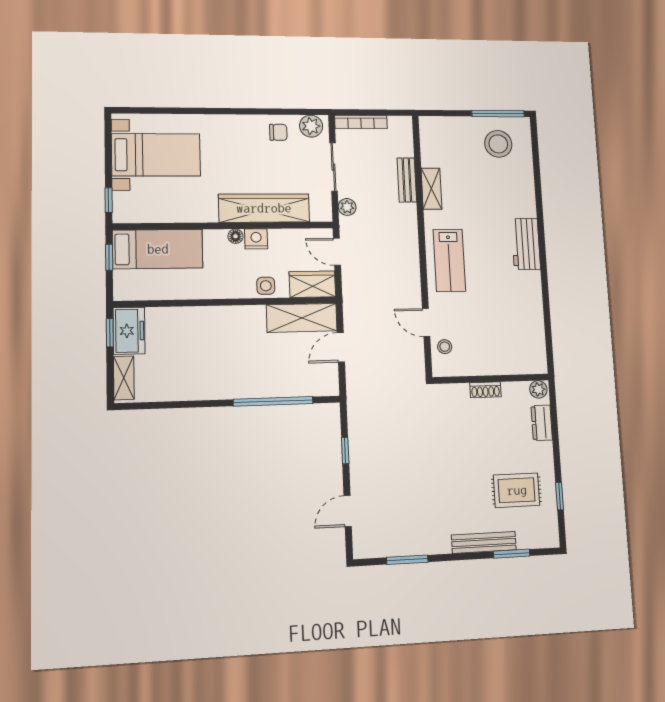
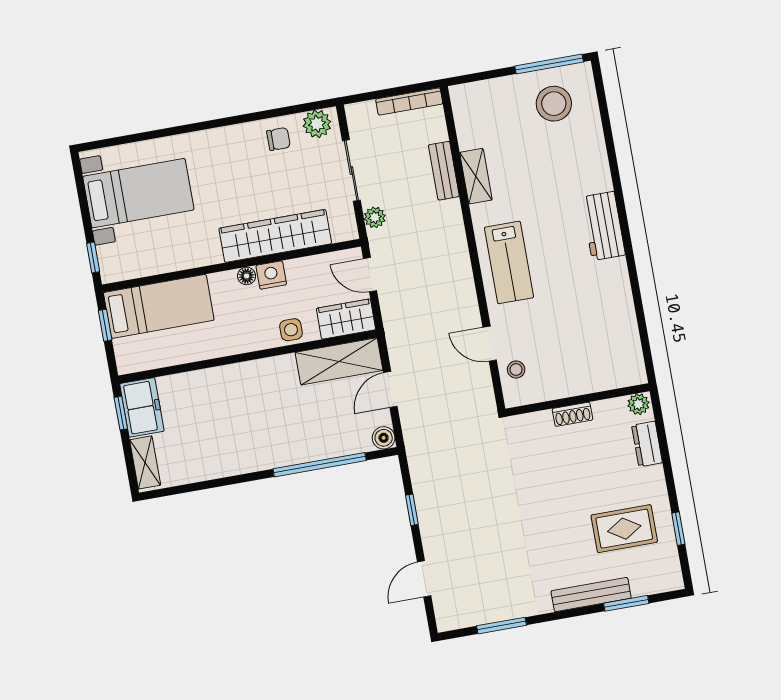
bookcase: (361, 122) -> (409, 101), moved
boiler: (330, 387) -> (384, 438), added

